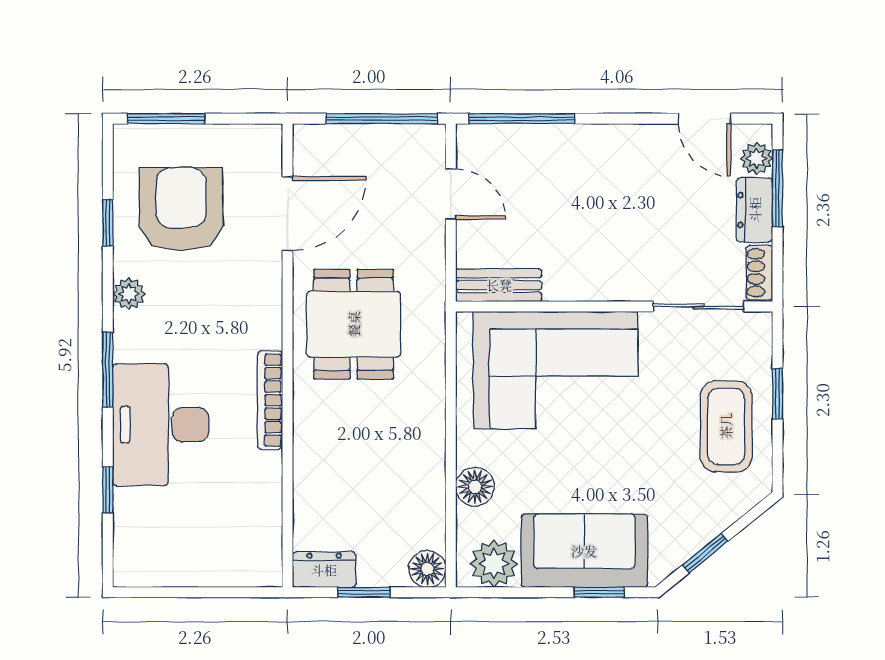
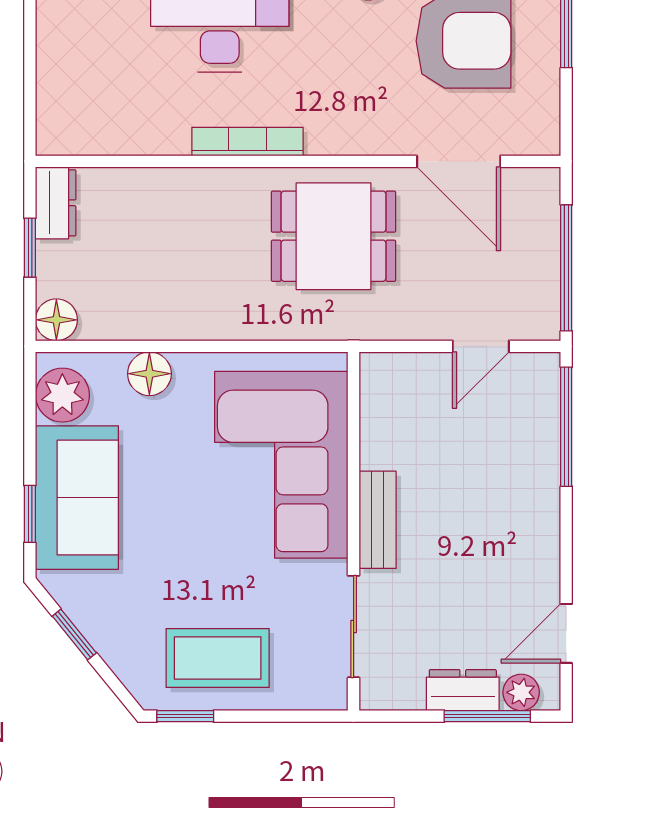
shoe rack: (759, 273) -> (392, 696), removed
bench: (499, 285) -> (378, 520), moved
window: (777, 394) -> (185, 716), moved

